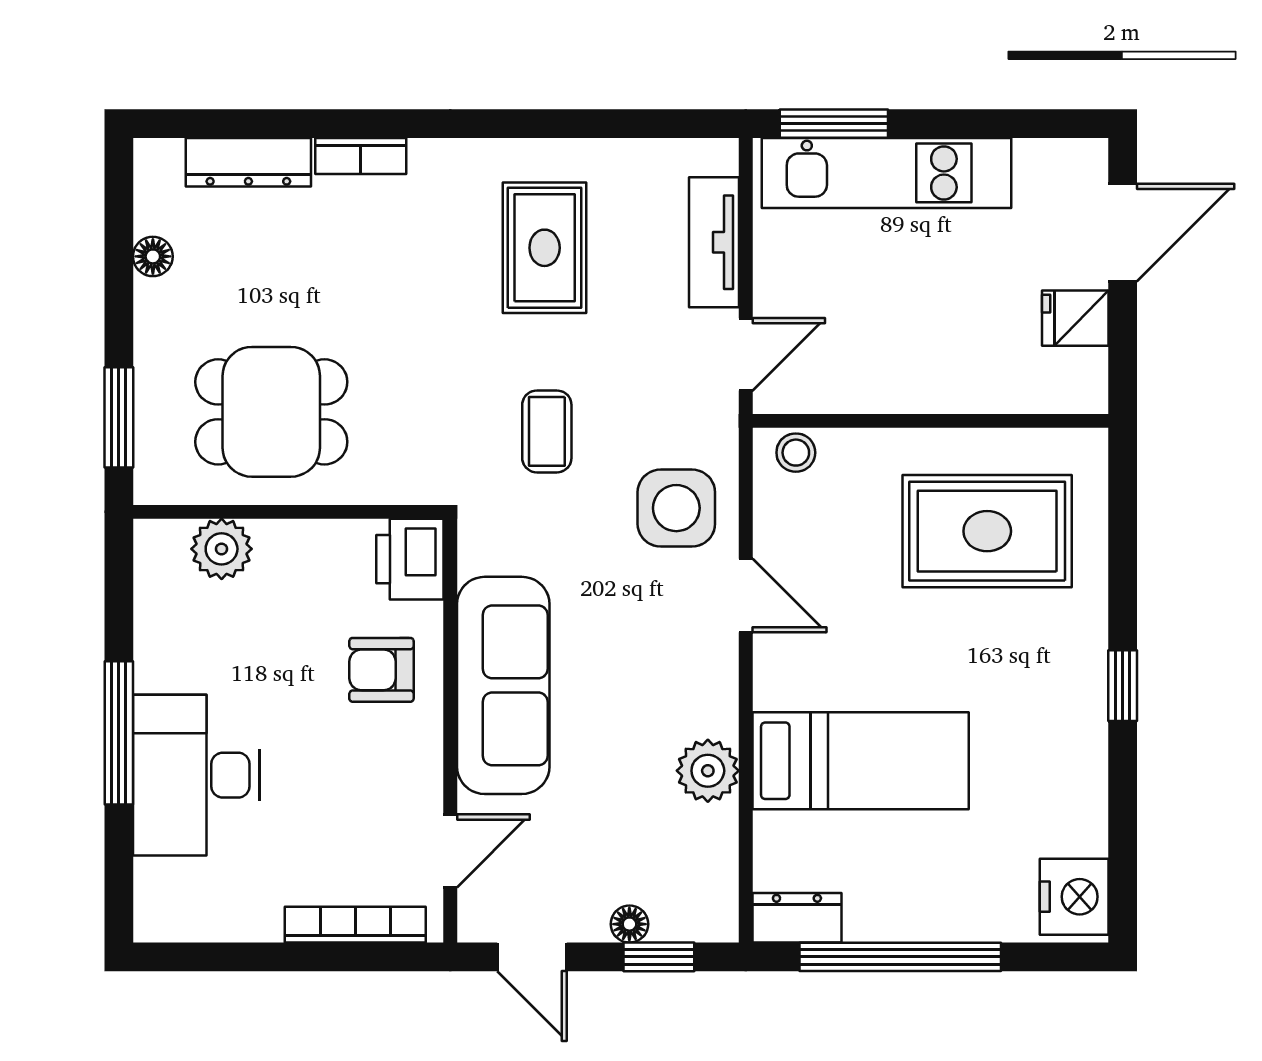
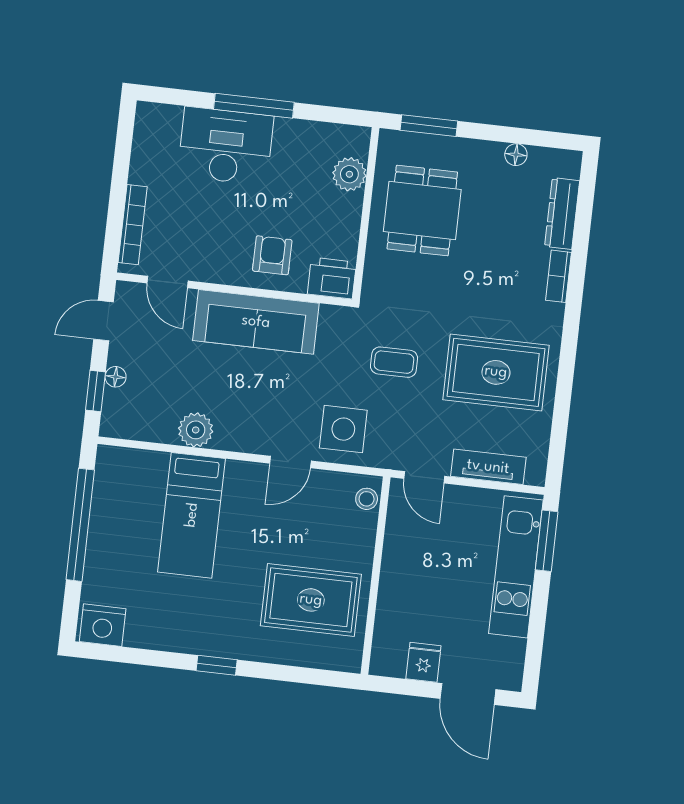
rug: (545, 248) -> (496, 372), width x1.36, depth x1.43
rug: (987, 531) -> (311, 600), turned 90
dresser: (797, 918) -> (108, 470), removed

